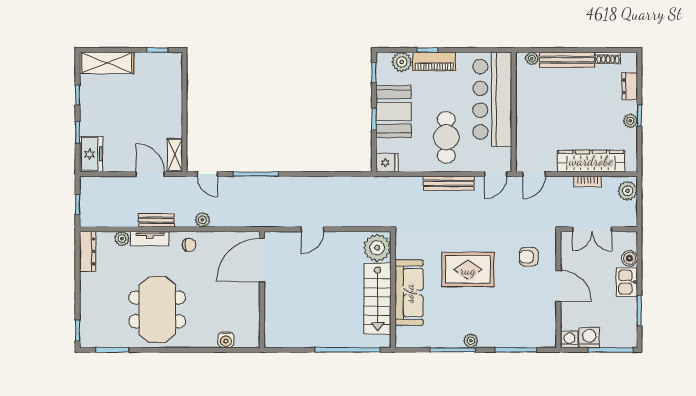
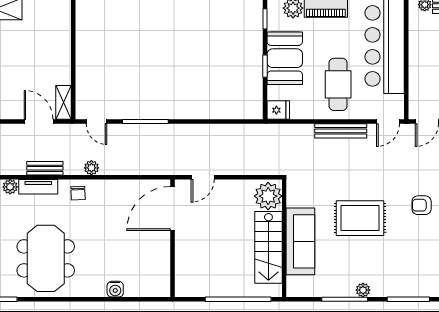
chair: (189, 245) -> (78, 193), turned 88
door: (262, 260) -> (173, 208), moved
wall: (262, 290) -> (173, 238), moved

